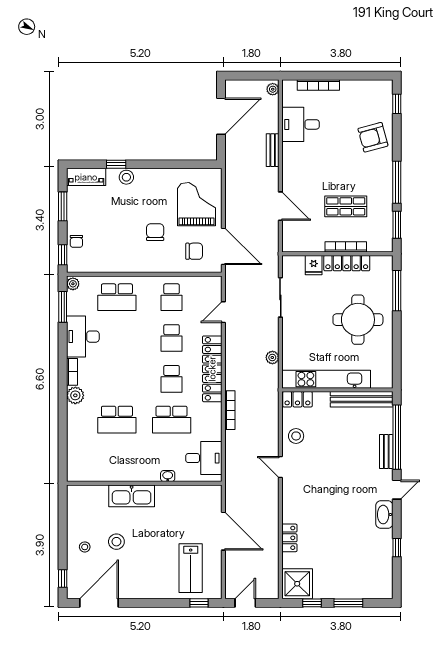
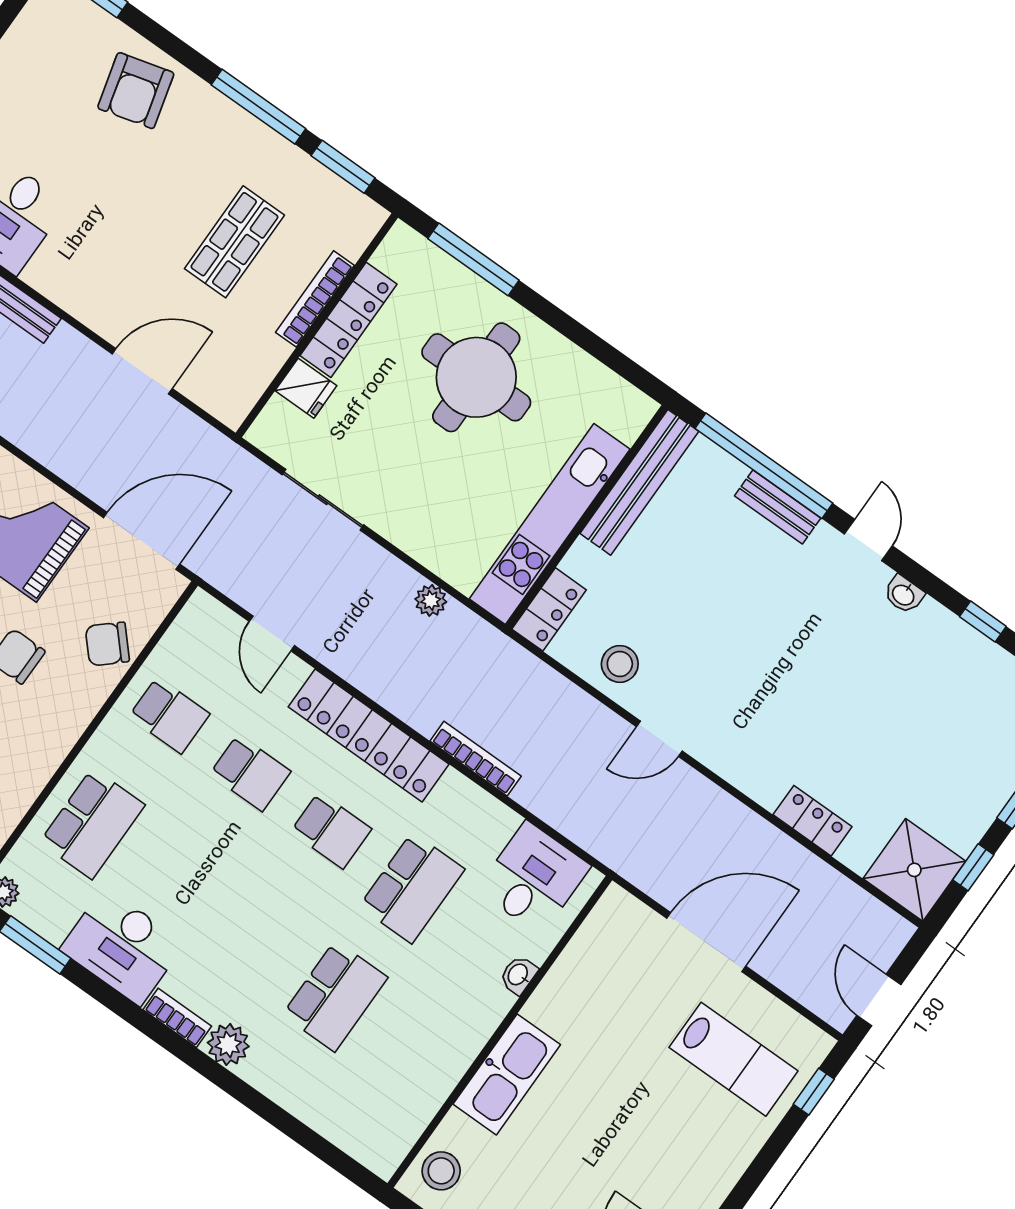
chair: (194, 251) -> (107, 644), moved, turned -132
washbasin: (384, 515) -> (904, 594), width x0.52, depth x0.69
stool: (116, 542) -> (441, 1171), moved

